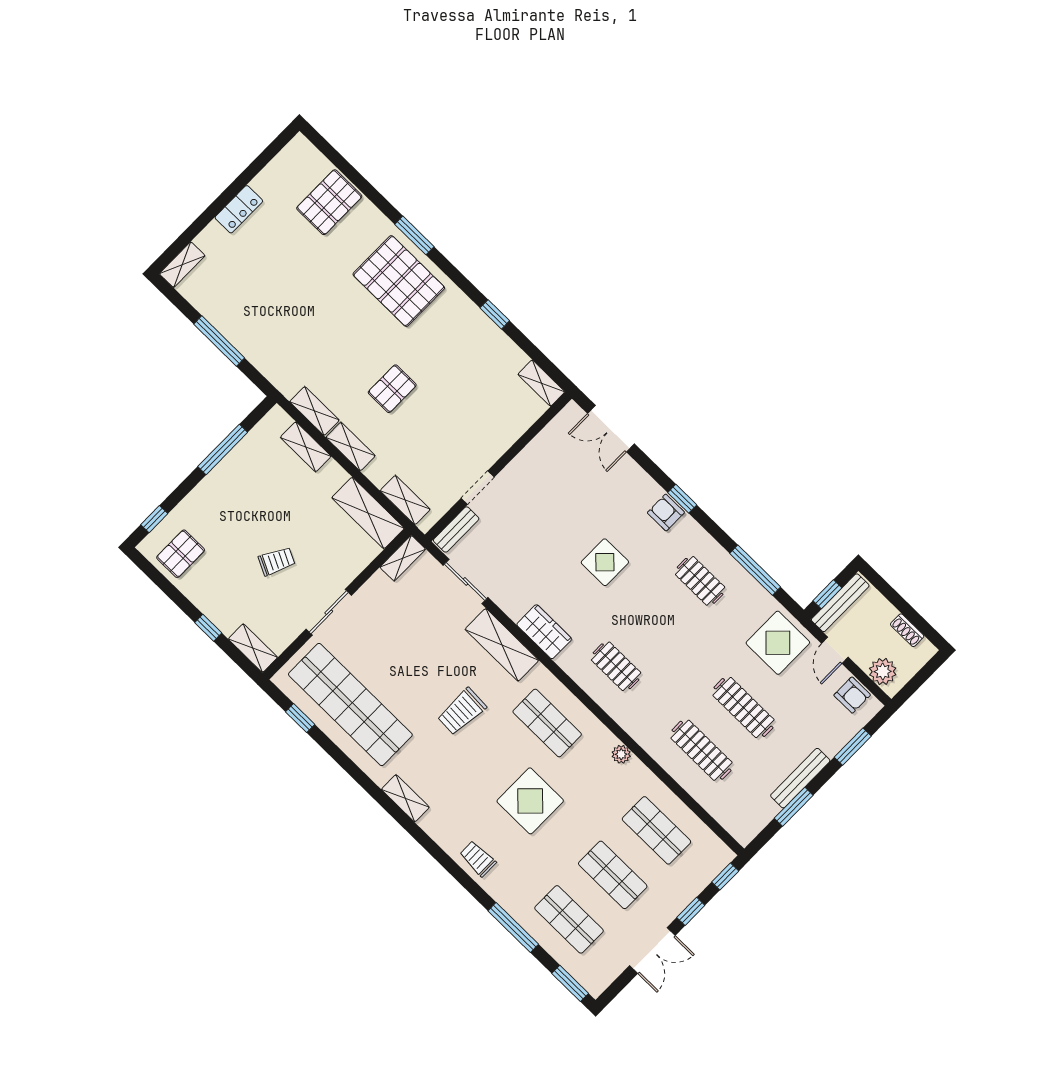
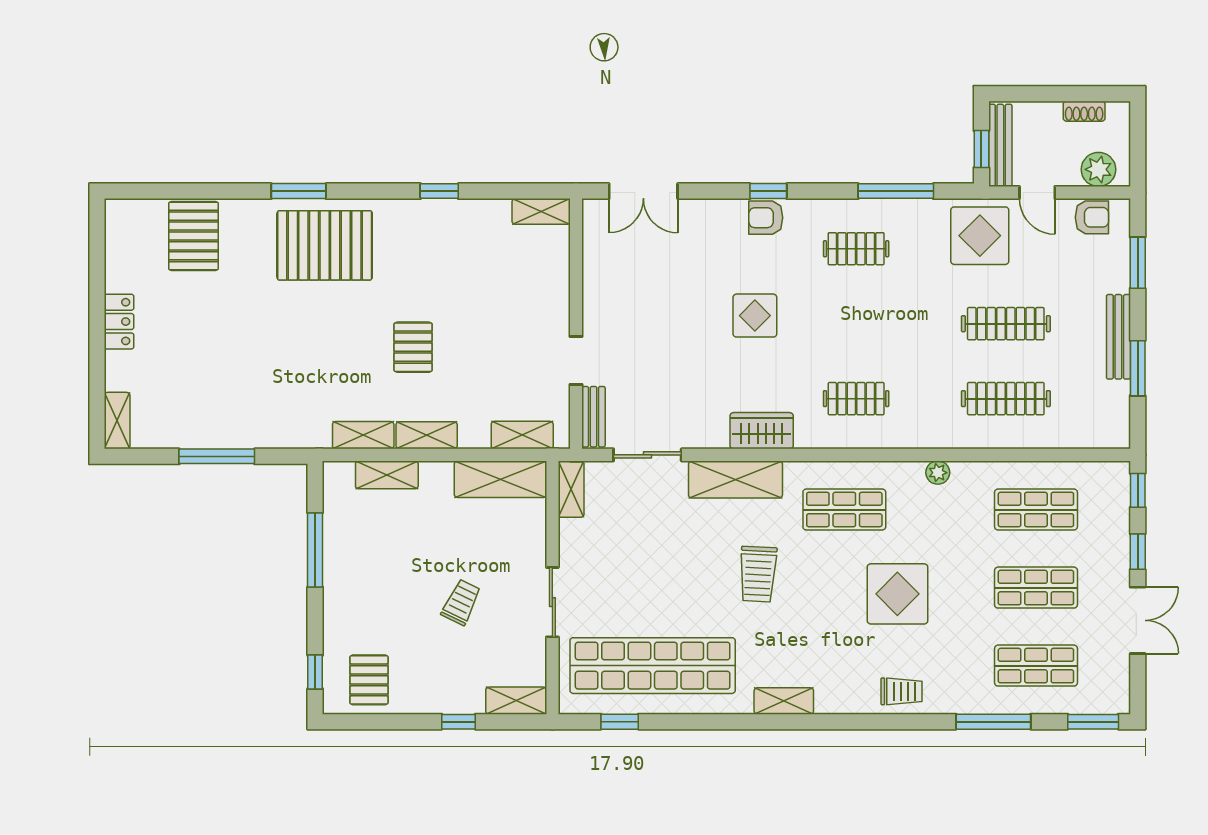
trolley: (478, 859) -> (901, 691), turned 180

